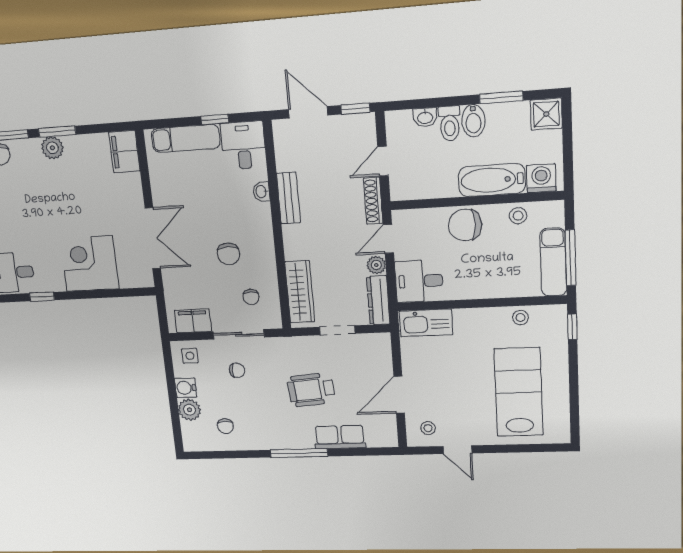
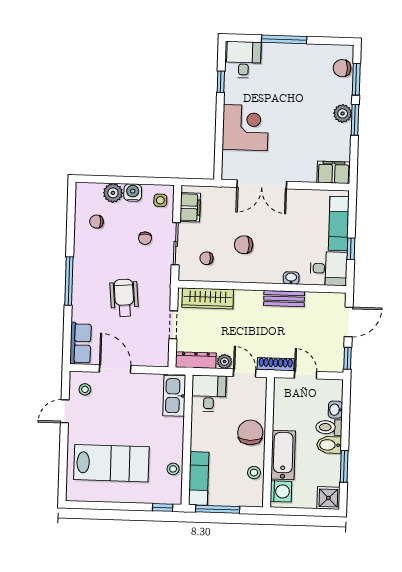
exam couch: (553, 262) -> (199, 478), moved, turned 90
row of seats: (340, 437) -> (80, 343), moved

